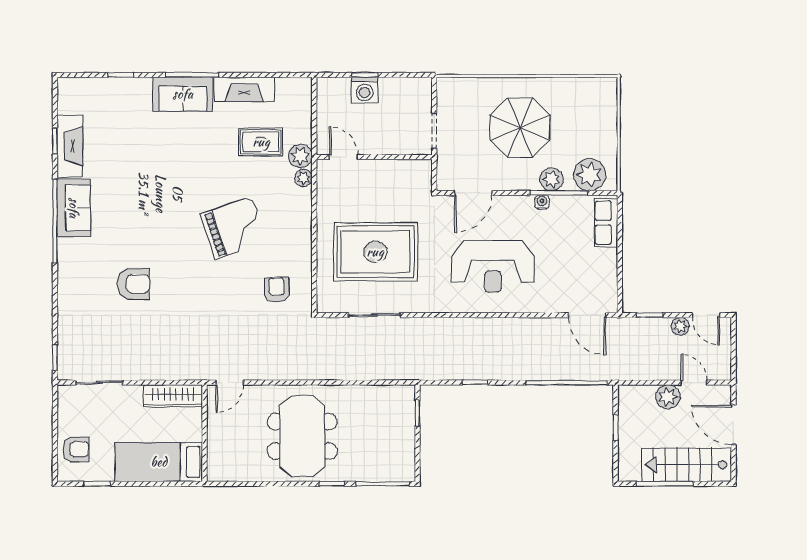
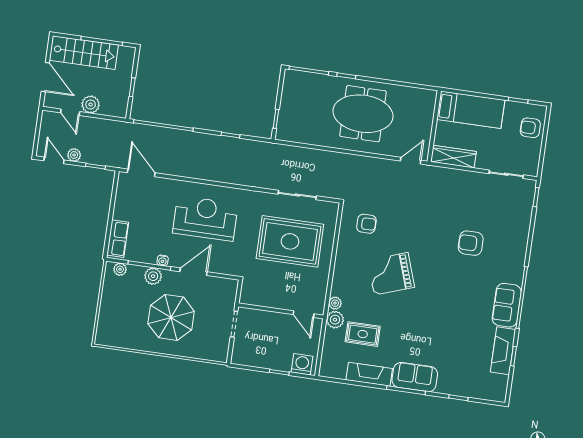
washing machine: (365, 90) -> (302, 364), moved
plant: (590, 175) -> (120, 269), width x0.53, depth x0.53
door: (473, 193) -> (193, 272), moved
armchair: (277, 290) -> (366, 224), turned -90
meeting table: (302, 436) -> (363, 114), turned 90

